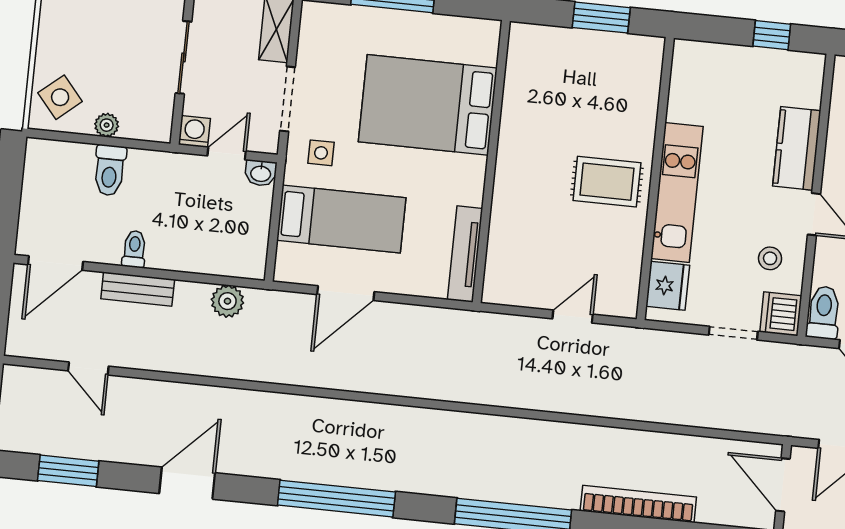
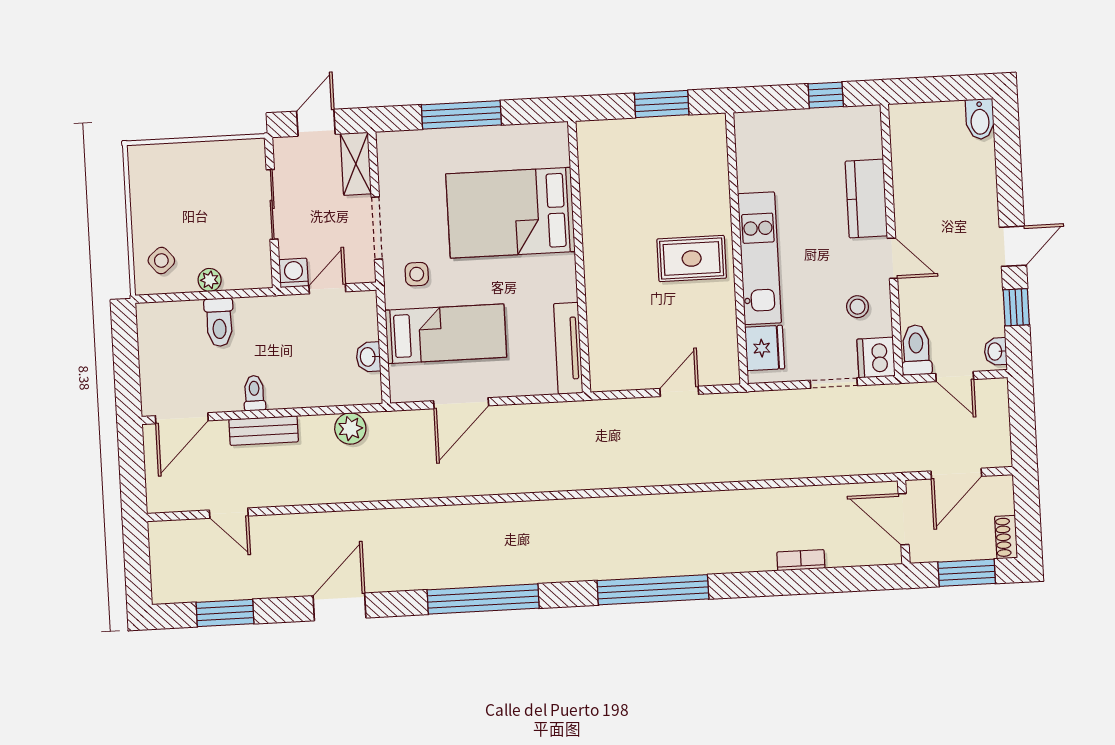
side table: (60, 97) -> (161, 261), width x0.73, depth x0.73
washbasin: (261, 173) -> (368, 357), moved, turned 90
bookcase: (638, 504) -> (801, 560), width x0.43, depth x0.76

